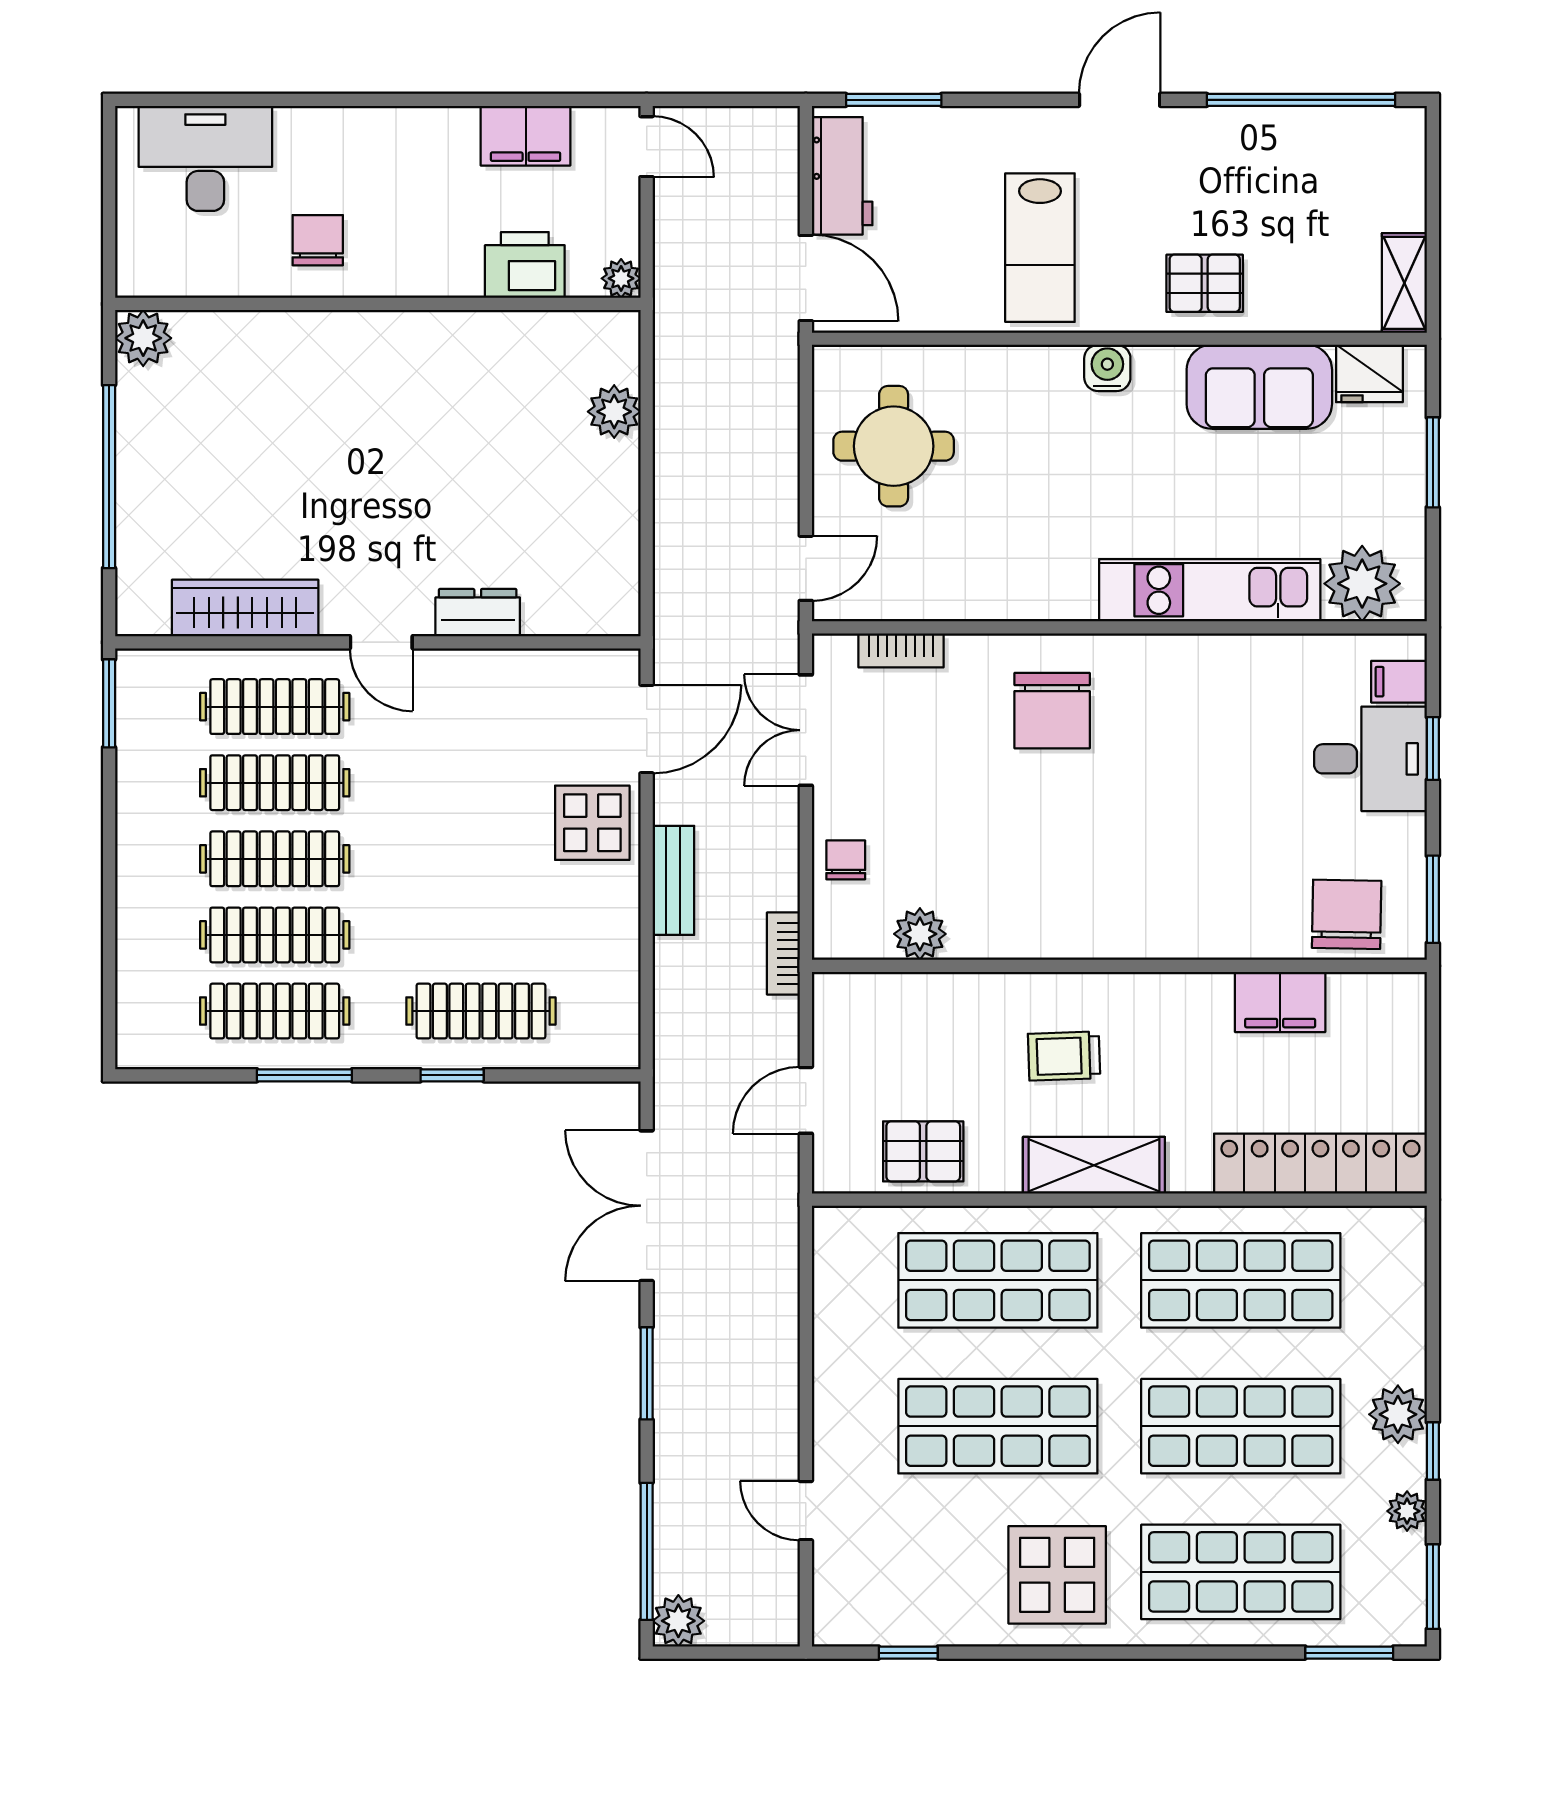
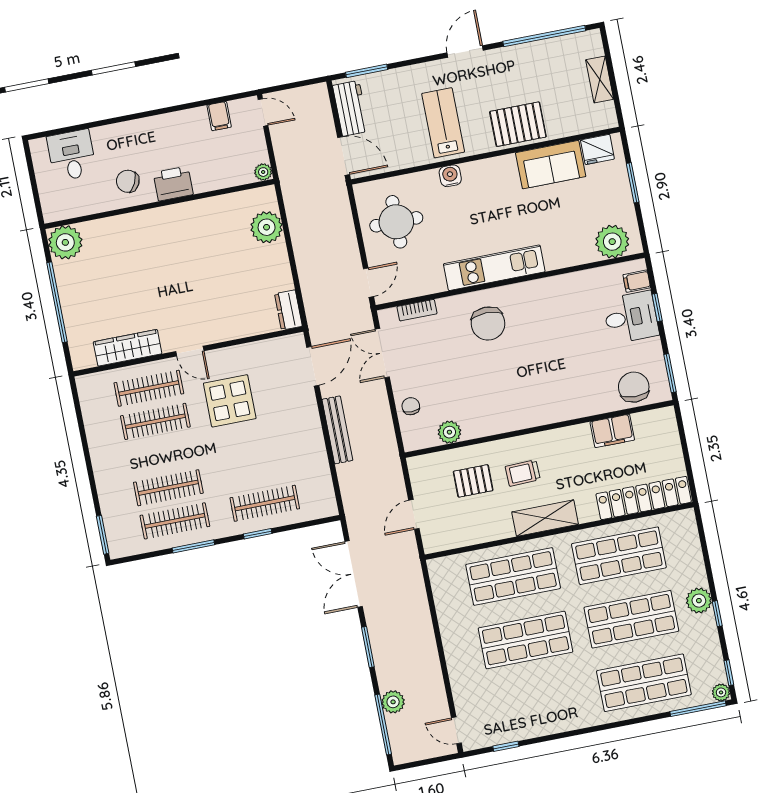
filing cabinet: (526, 136) -> (219, 116), width x0.50
desk: (205, 158) -> (72, 155), width x0.73
chair: (318, 240) -> (128, 181), turned -64
lab bench: (1040, 248) -> (443, 123), turned 180
printer: (525, 265) -> (173, 184), moved
pallet: (1205, 283) -> (518, 124), width x1.50, depth x1.42
shelving: (1404, 283) -> (600, 79), moved
plant: (143, 338) -> (65, 242), width x1.36, depth x1.36
water cooler: (1107, 368) -> (450, 176), moved
plant: (614, 412) -> (267, 227), width x1.36, depth x1.36
kitchen unit: (1210, 590) -> (494, 268), moved
dresser: (478, 613) -> (288, 310), moved, turned -90
window: (109, 703) -> (103, 535), moved
display table: (592, 823) -> (230, 401), moved, width x1.36, depth x1.36
clothes rail: (275, 859) -> (162, 455), removed
bench: (673, 880) -> (337, 430), width x1.36
bookcase: (783, 954) -> (392, 452), removed
pallet: (923, 1151) -> (473, 481), moved
door: (806, 1511) -> (456, 730), moved
plant: (1407, 1511) -> (721, 692), moved
display table: (1057, 1575) -> (564, 700), removed
window: (1433, 1587) -> (729, 673), width x0.67
plant: (678, 1621) -> (393, 702), moved
window: (1349, 1653) -> (698, 709), width x1.44

